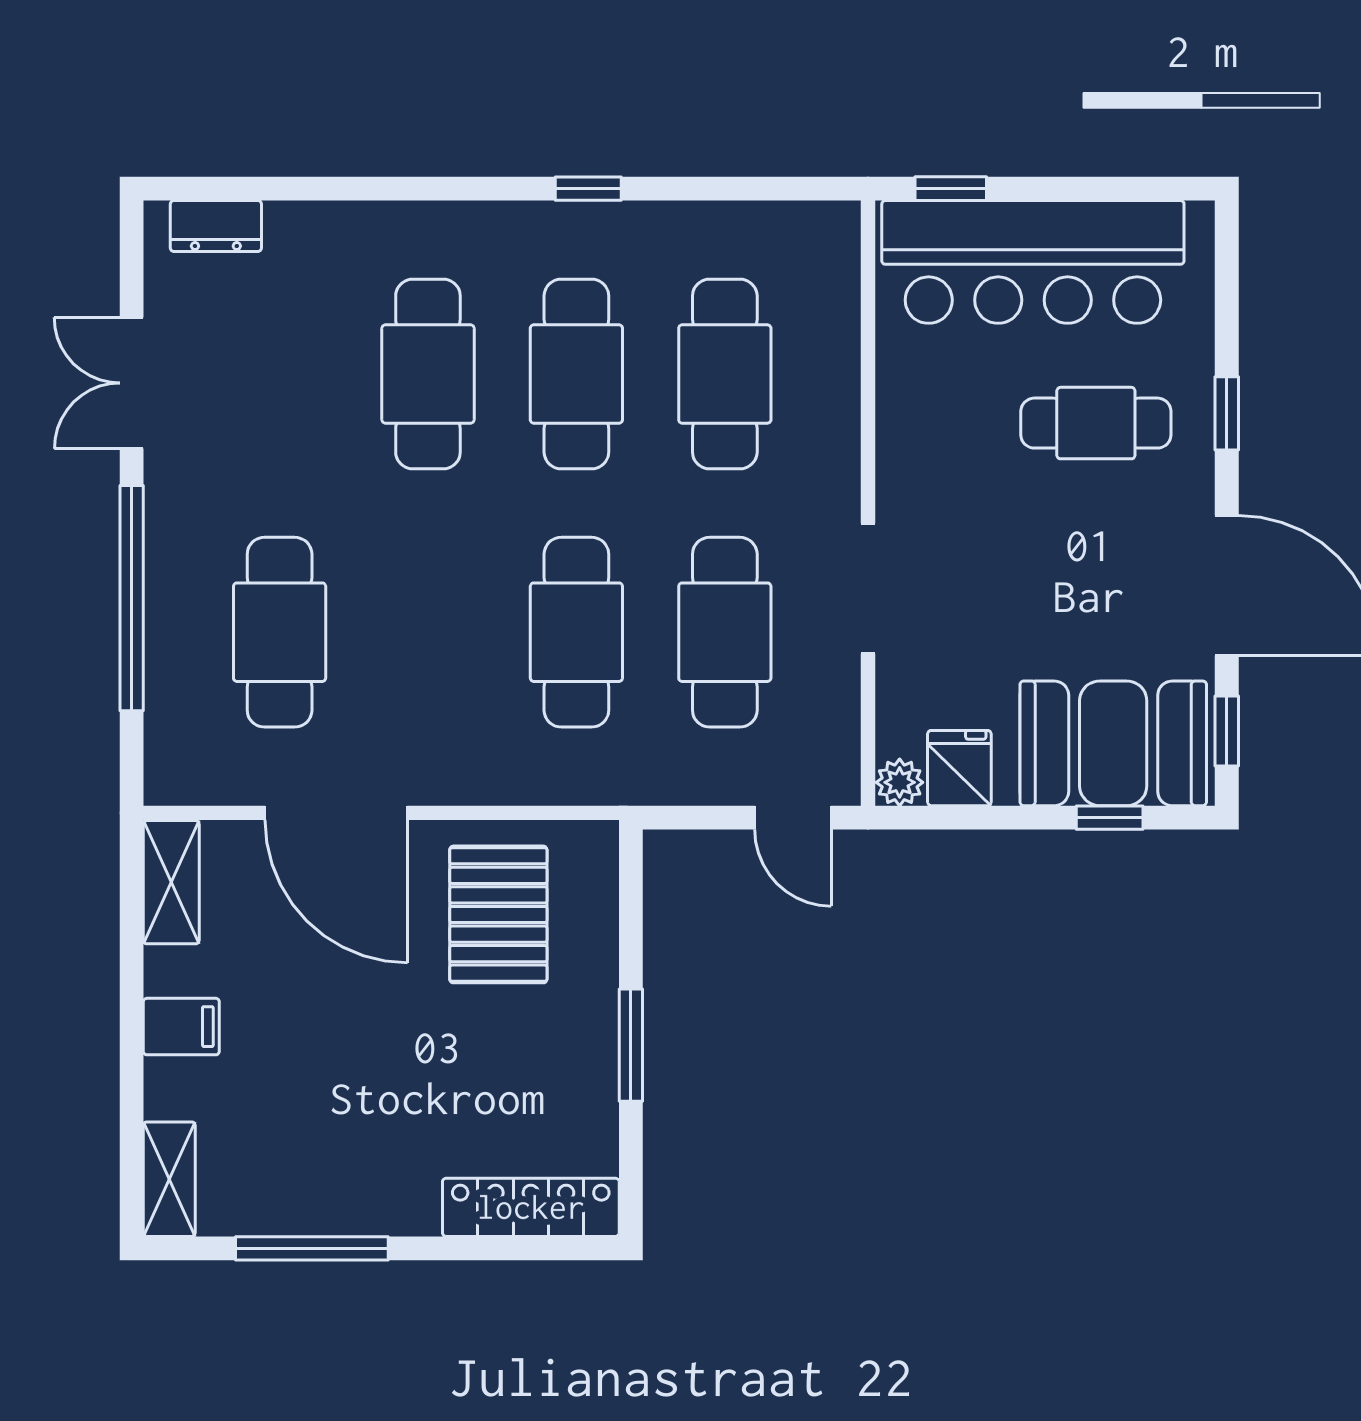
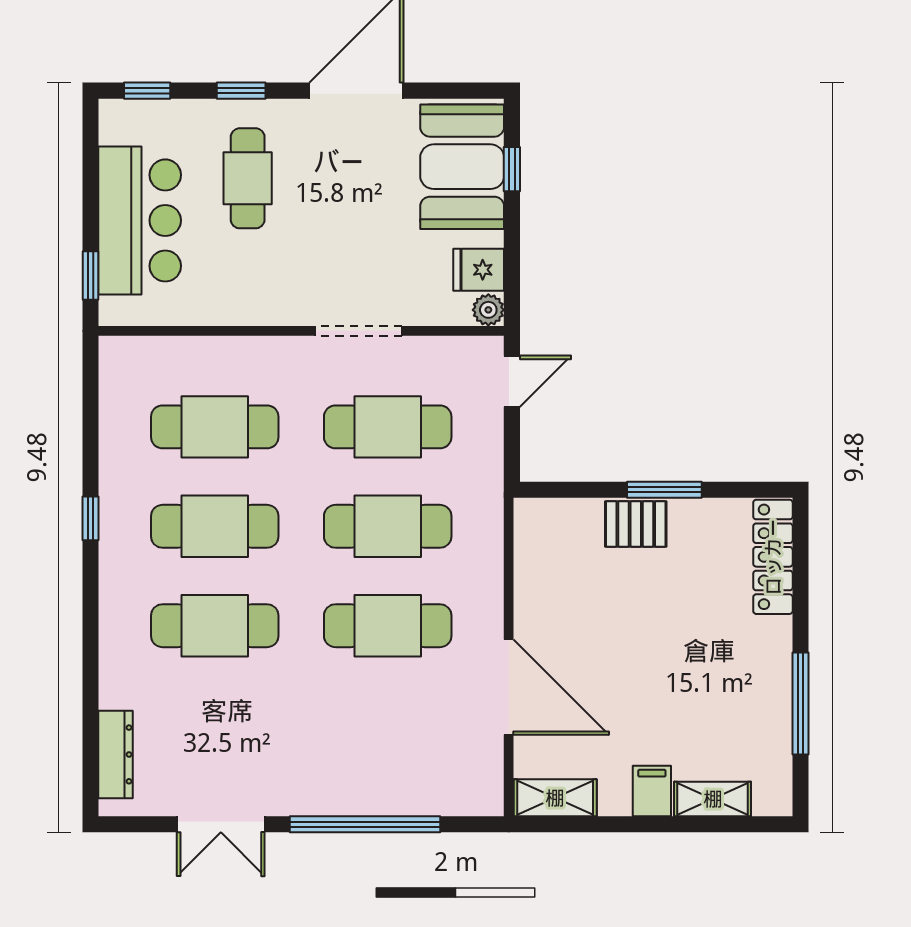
dresser: (216, 226) -> (116, 754), width x1.44
bar counter: (1033, 262) -> (140, 220), width x0.73
cafe table: (280, 632) -> (388, 626), moved
window: (1227, 731) -> (147, 91), moved
door: (336, 813) -> (509, 687), hinge flipped
pallet: (498, 914) -> (636, 524), moved, width x0.67, depth x0.71
shelving: (169, 1179) -> (713, 799), moved

